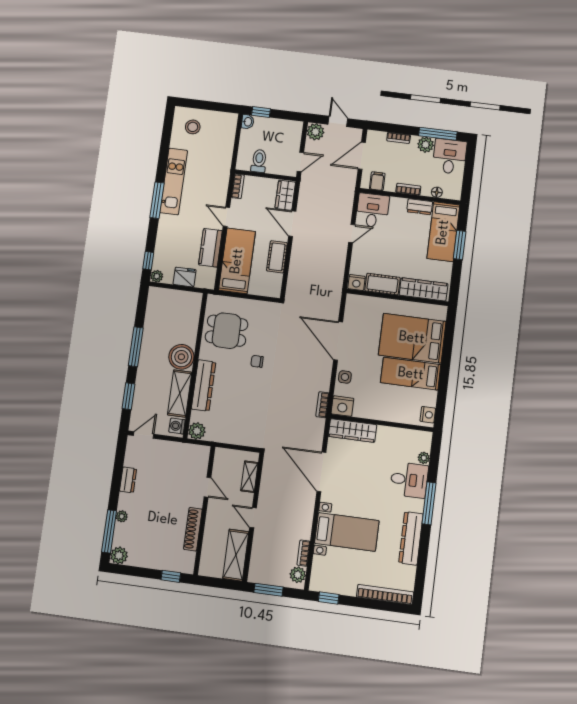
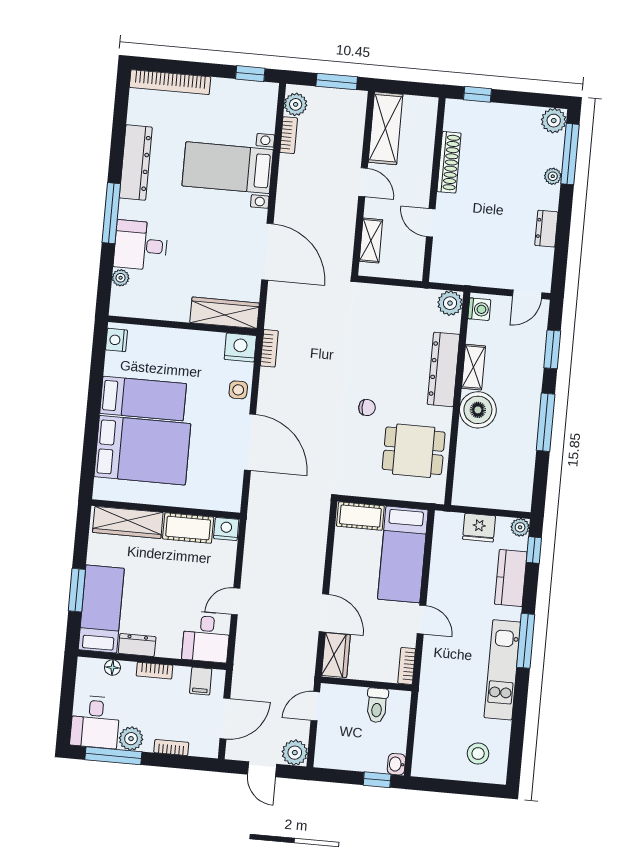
kitchen counter: (210, 248) -> (511, 578), moved, turned 180
cot: (277, 257) -> (360, 516), moved, turned 90
shelving: (180, 393) -> (473, 367), width x0.67, depth x0.75

